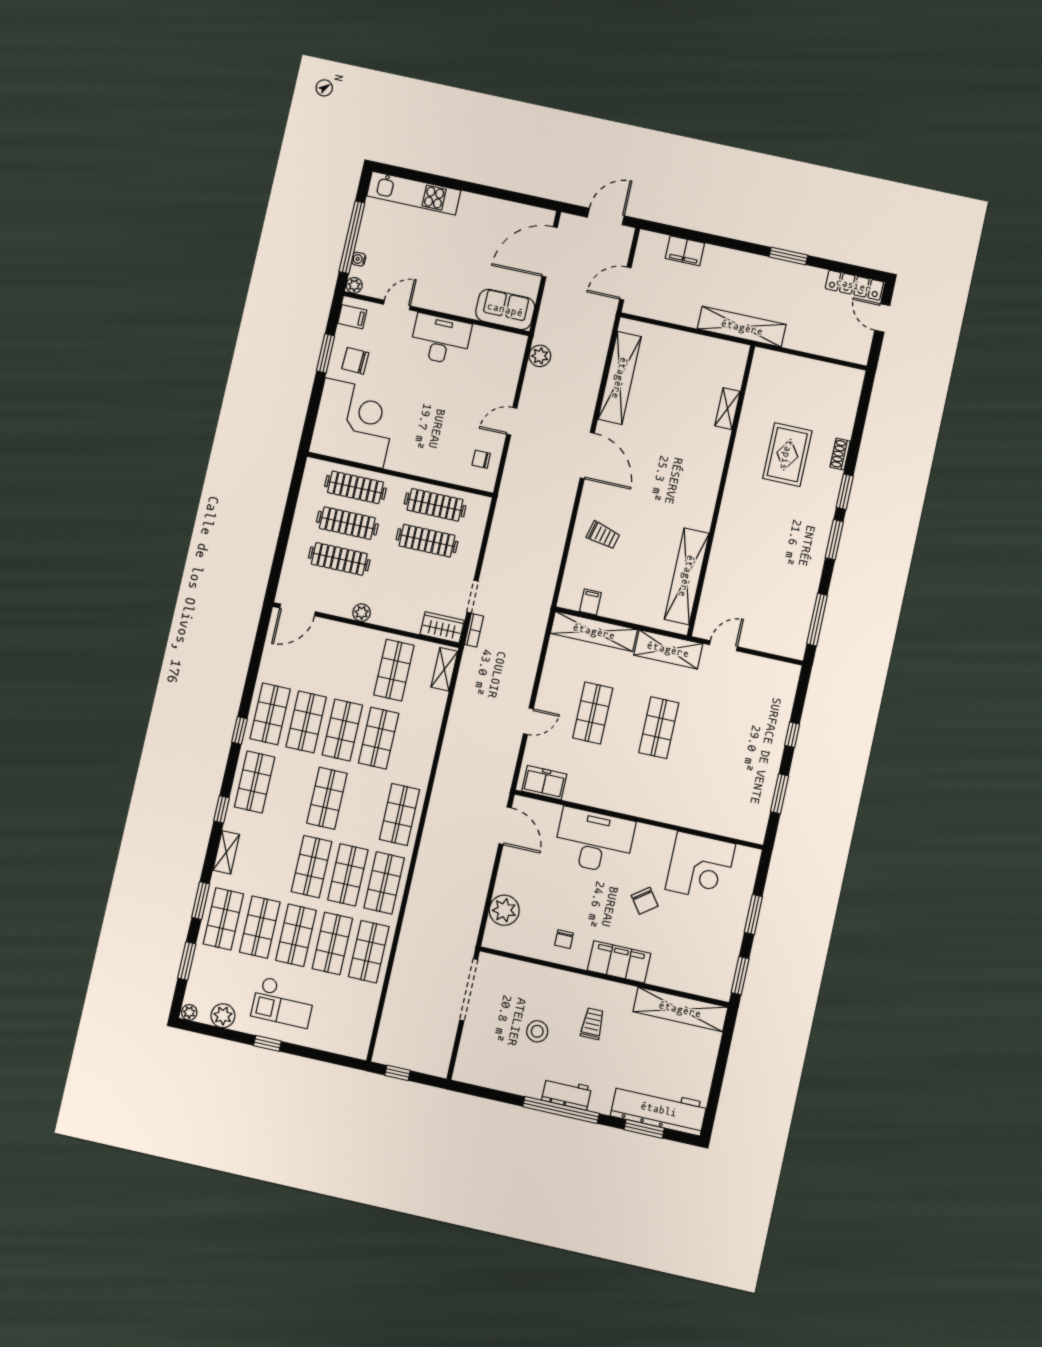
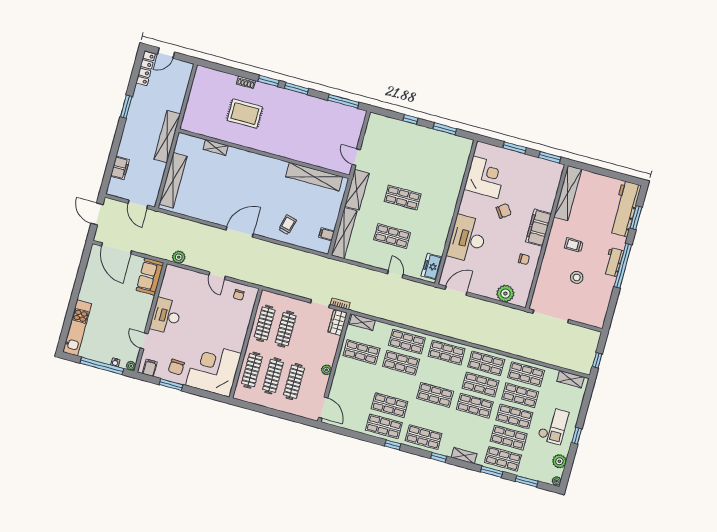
shelving: (620, 378) -> (173, 180), moved, turned 90
shop shelf: (342, 730) -> (407, 342), moved
shelving: (363, 1028) -> (571, 379), added

